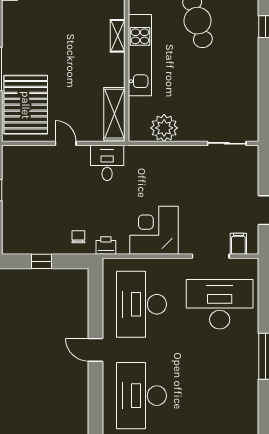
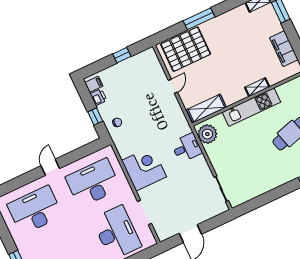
plant: (164, 128) -> (207, 134), moved
desk: (107, 163) -> (187, 148), moved
filing cabinet: (238, 244) -> (94, 84), moved
printer: (106, 246) -> (98, 97), moved
window: (42, 261) -> (95, 116), moved

